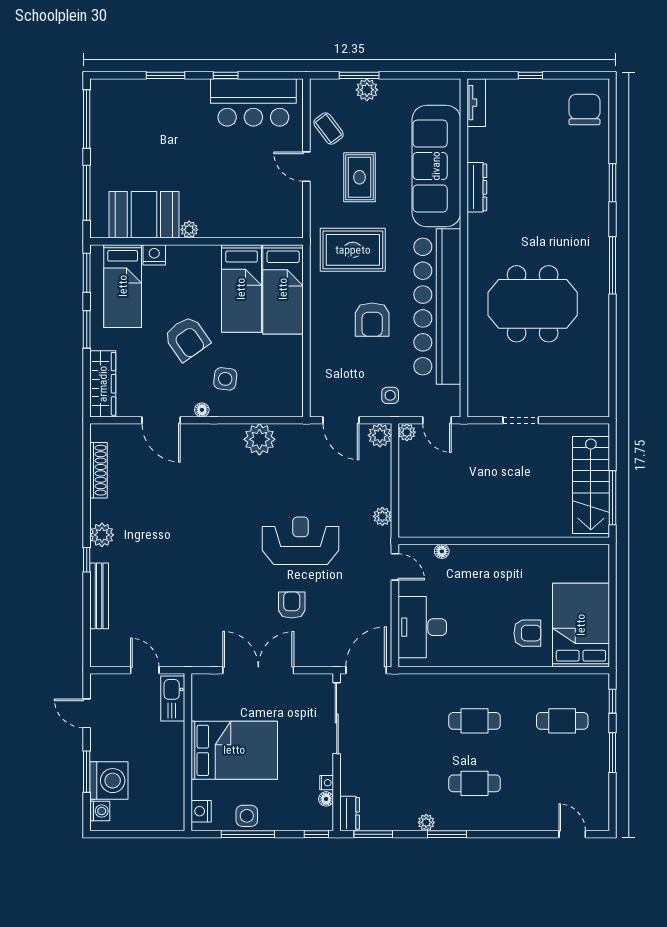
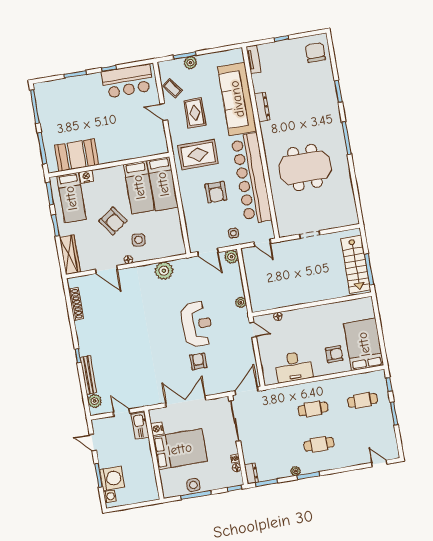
plant: (189, 230) -> (104, 159), removed
plant: (407, 432) -> (246, 252), removed
plant: (102, 535) -> (95, 401), moved
reception desk: (301, 541) -> (197, 324), turned 90
desk: (422, 627) -> (294, 367), moved, turned -90
nightstand: (201, 811) -> (157, 429), moved

